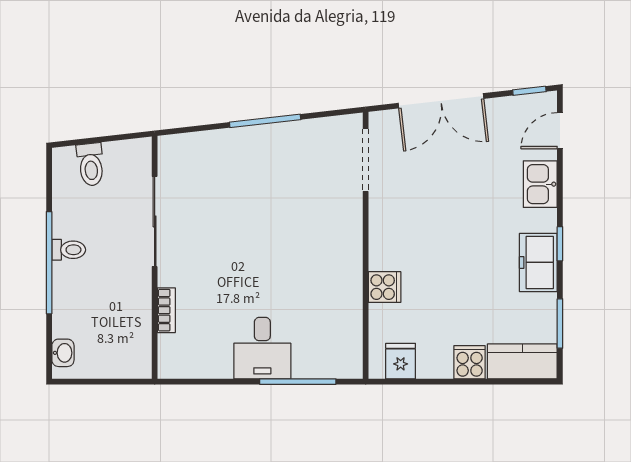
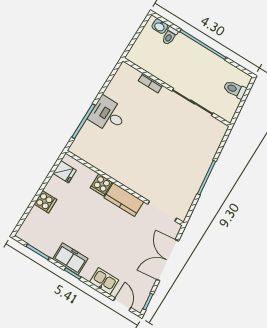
toilet: (69, 250) -> (170, 36), moved
kitchen counter: (522, 361) -> (124, 200), moved, turned 90

